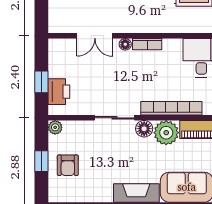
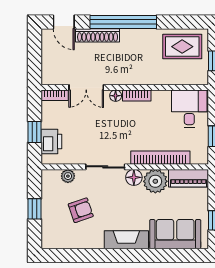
bookcase: (62, 44) -> (55, 95), added
plant: (55, 127) -> (68, 176), moved
armchair: (68, 165) -> (81, 210), moved, turned -109

